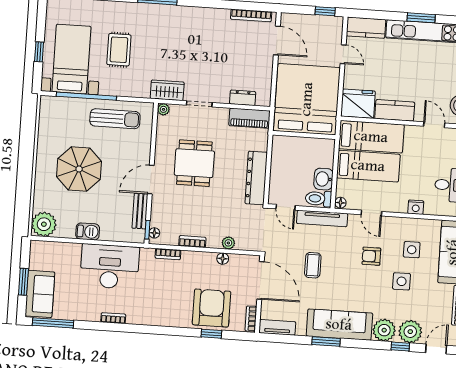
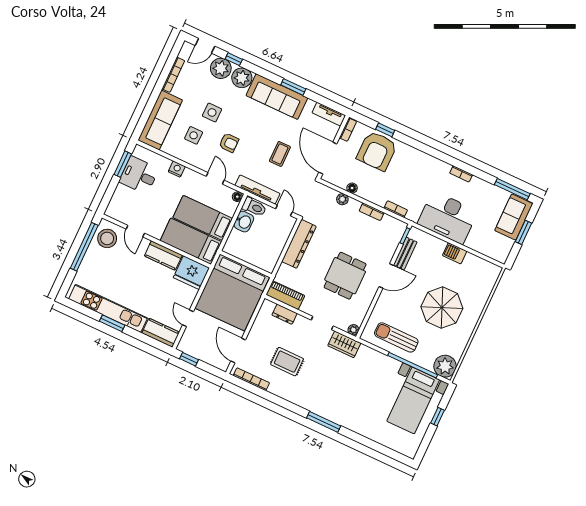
rug: (119, 50) -> (287, 362), moved, turned 90
plant: (44, 224) -> (445, 366), moved
floor lamp: (154, 233) -> (400, 231), removed

